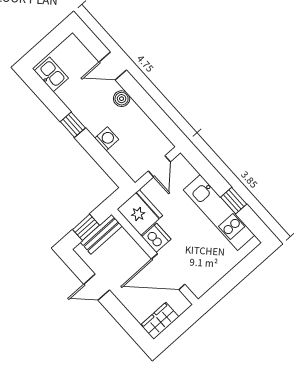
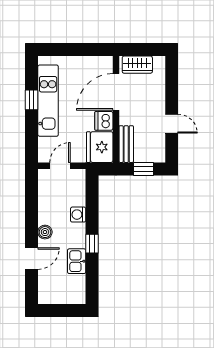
door: (113, 66) -> (32, 259), hinge flipped
kitchen sink: (51, 74) -> (77, 261), moved
bench: (101, 234) -> (126, 144), moved, turned 90
door: (168, 272) -> (116, 92), swing flipped
wardrobe: (160, 321) -> (137, 65), moved

